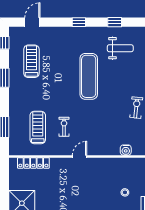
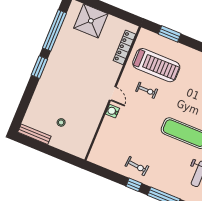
treadmill: (38, 127) -> (156, 65), width x1.37, depth x1.38
water cooler: (126, 150) -> (112, 111), moved

